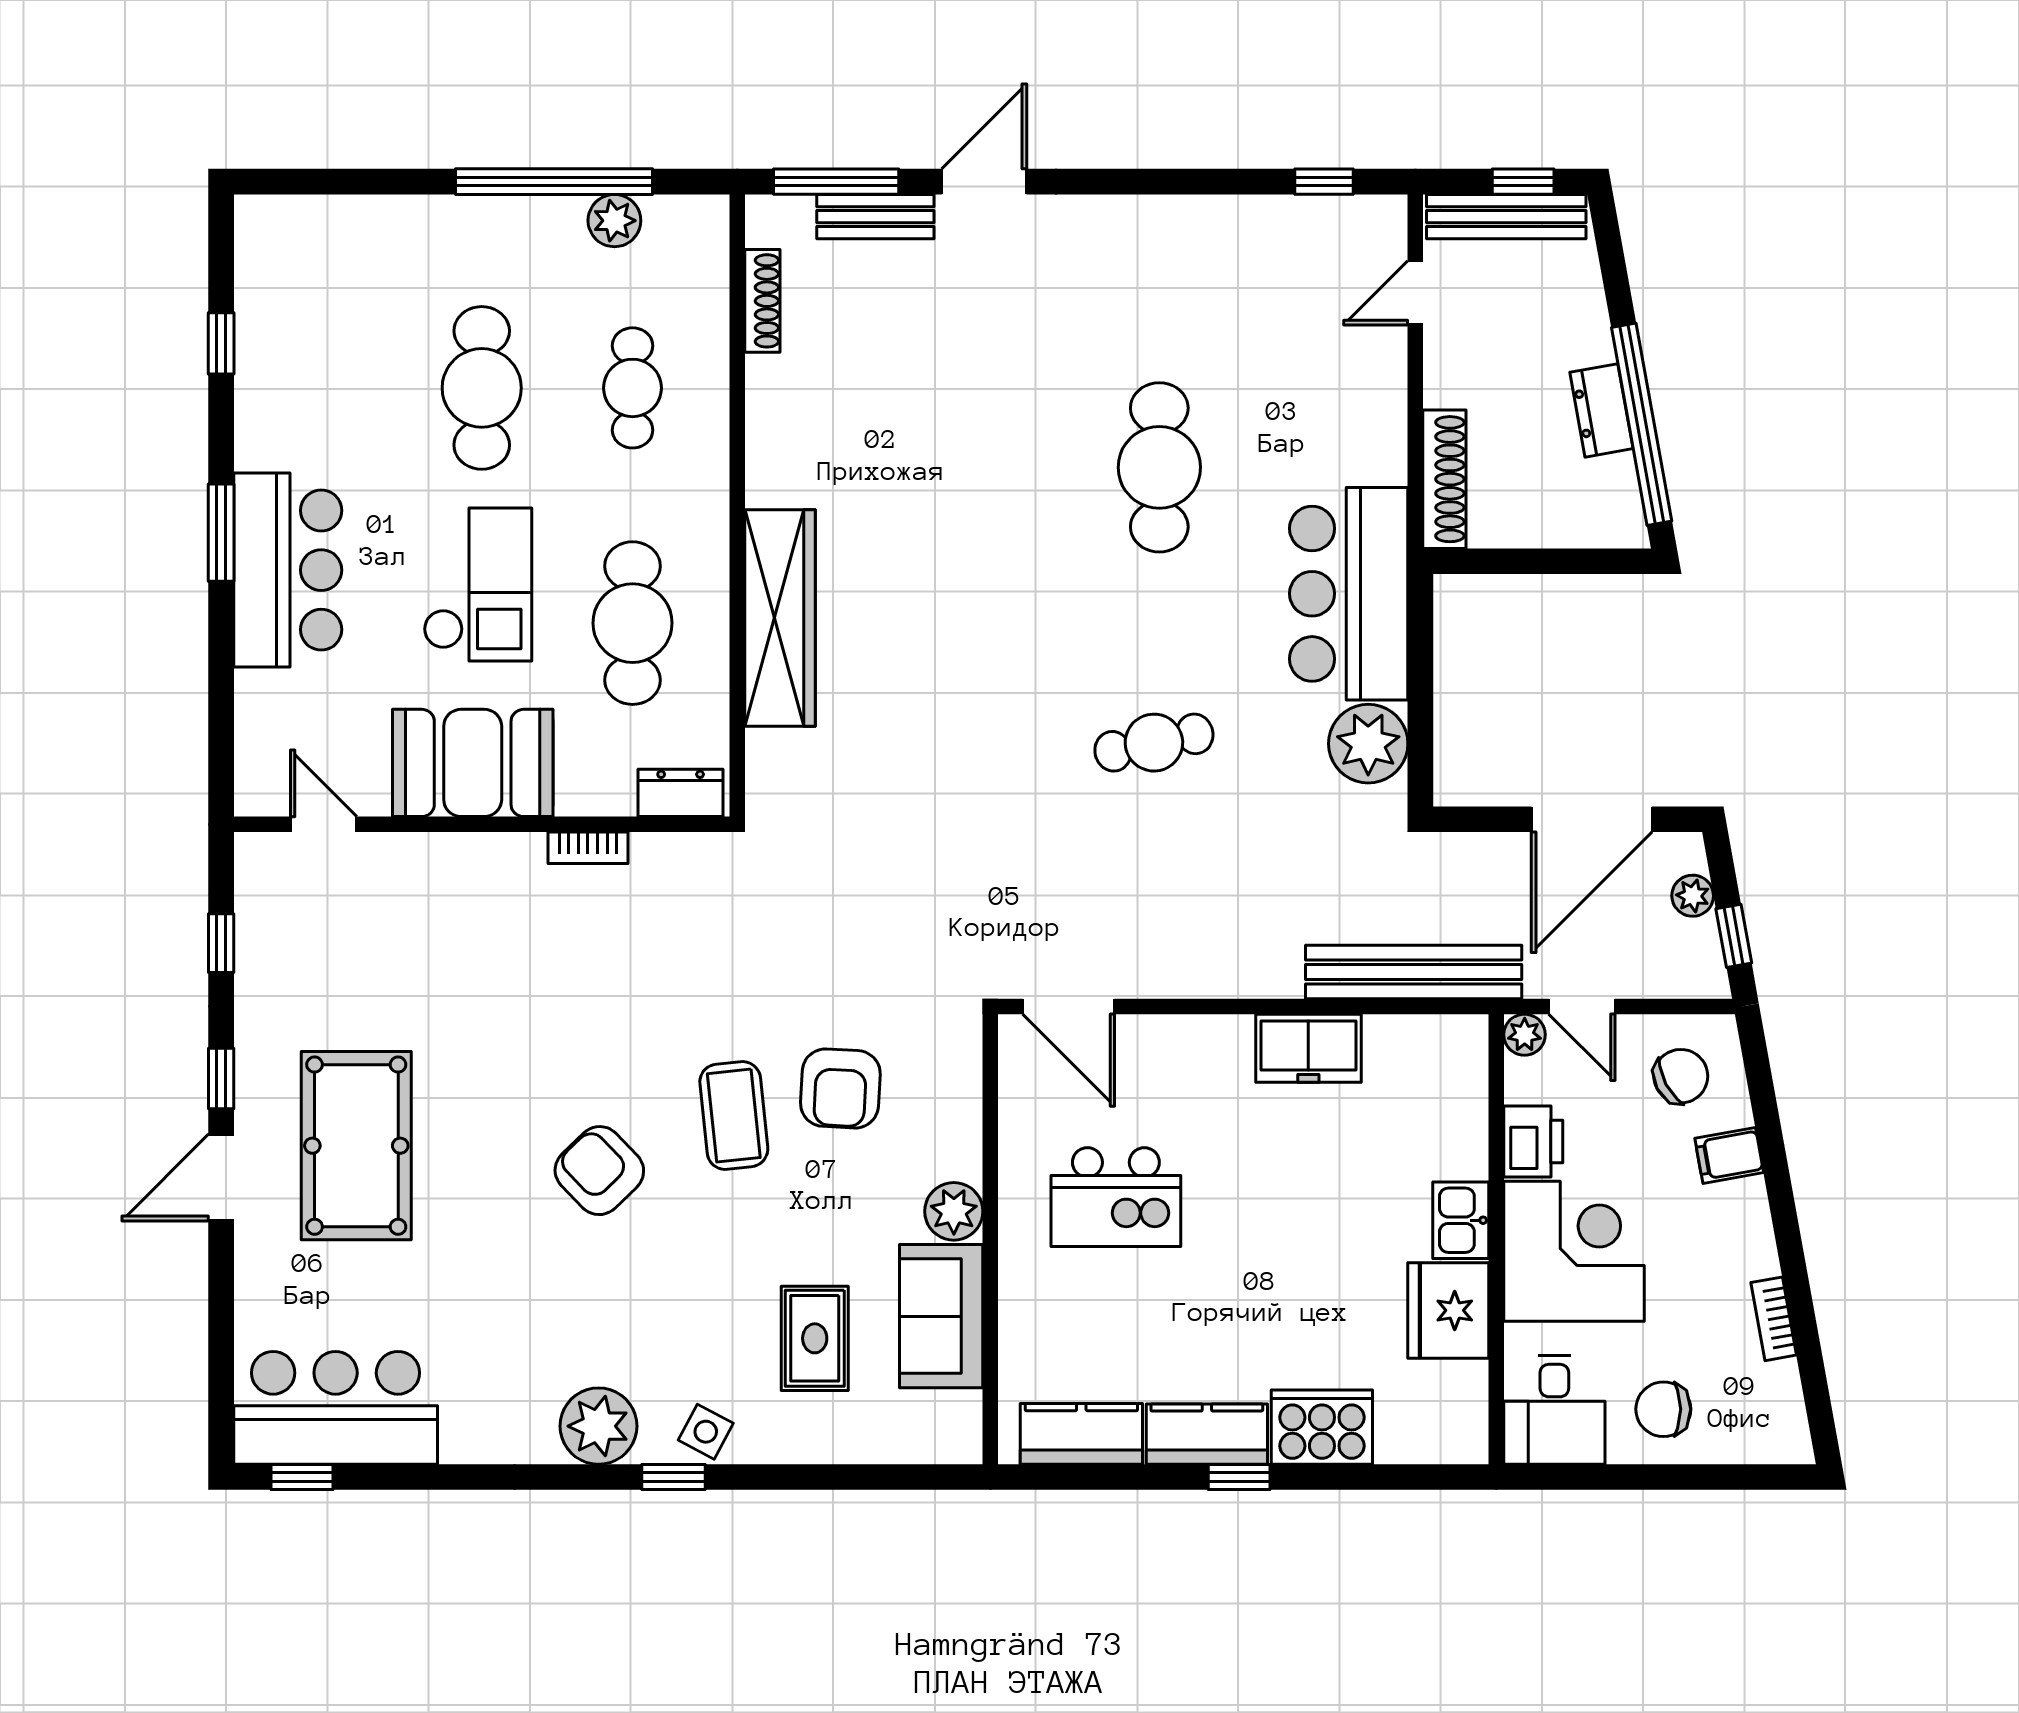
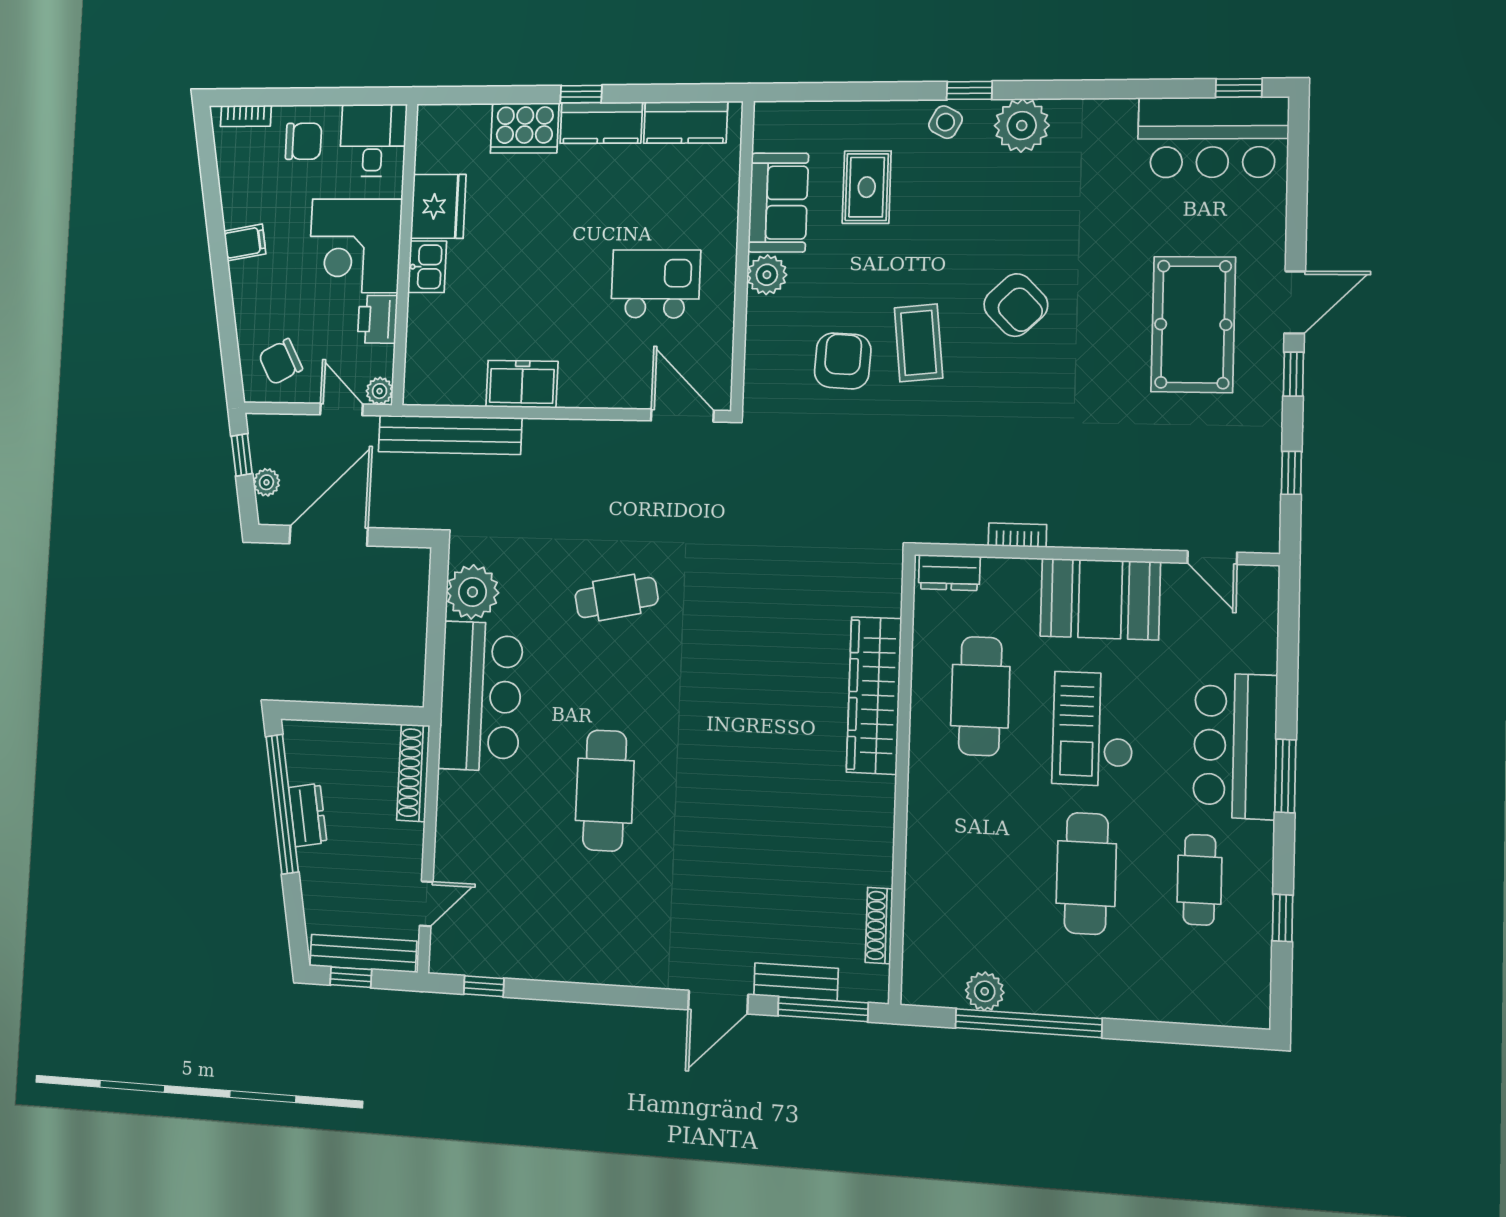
cafe table: (633, 388) -> (1199, 880), moved
filing cabinet: (1729, 1155) -> (245, 242), moved
bookcase: (1774, 1319) -> (246, 116), moved, turned 100

